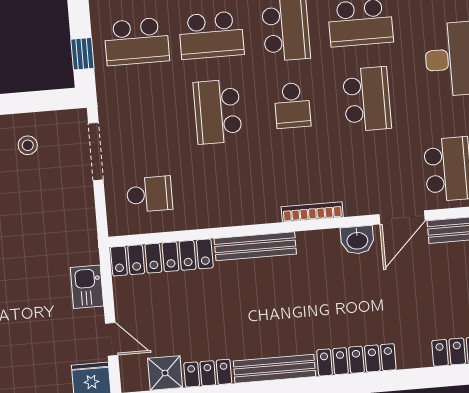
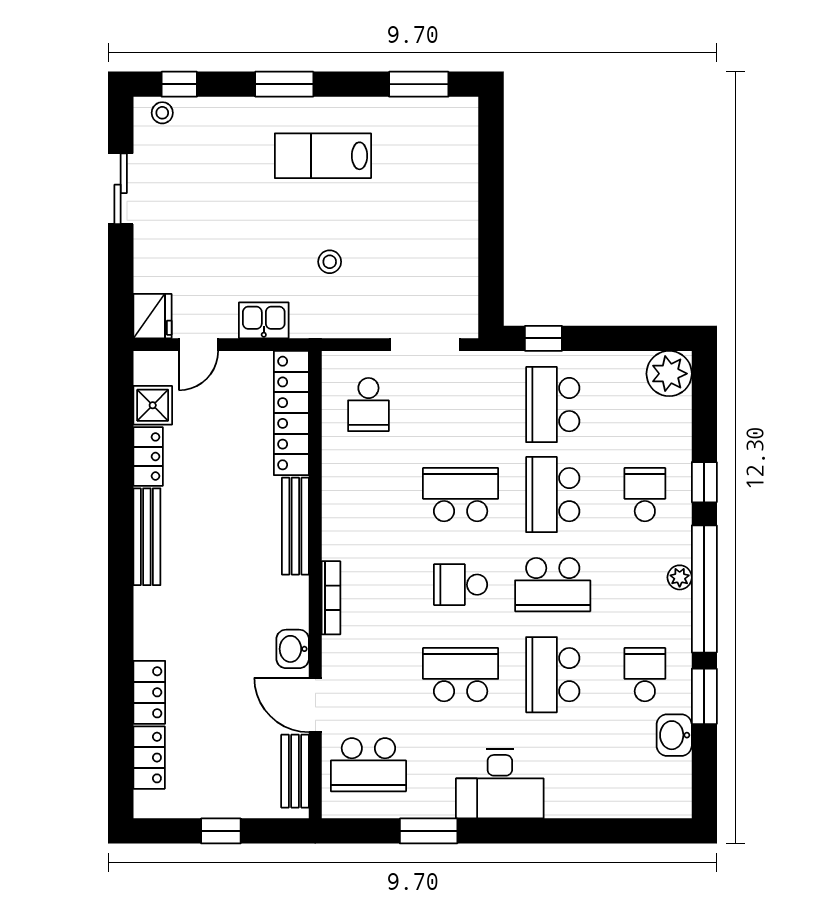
school desk: (367, 99) -> (461, 675), turned 180
stool: (28, 145) -> (330, 262), moved
locker: (356, 360) -> (149, 692), moved, width x0.66

